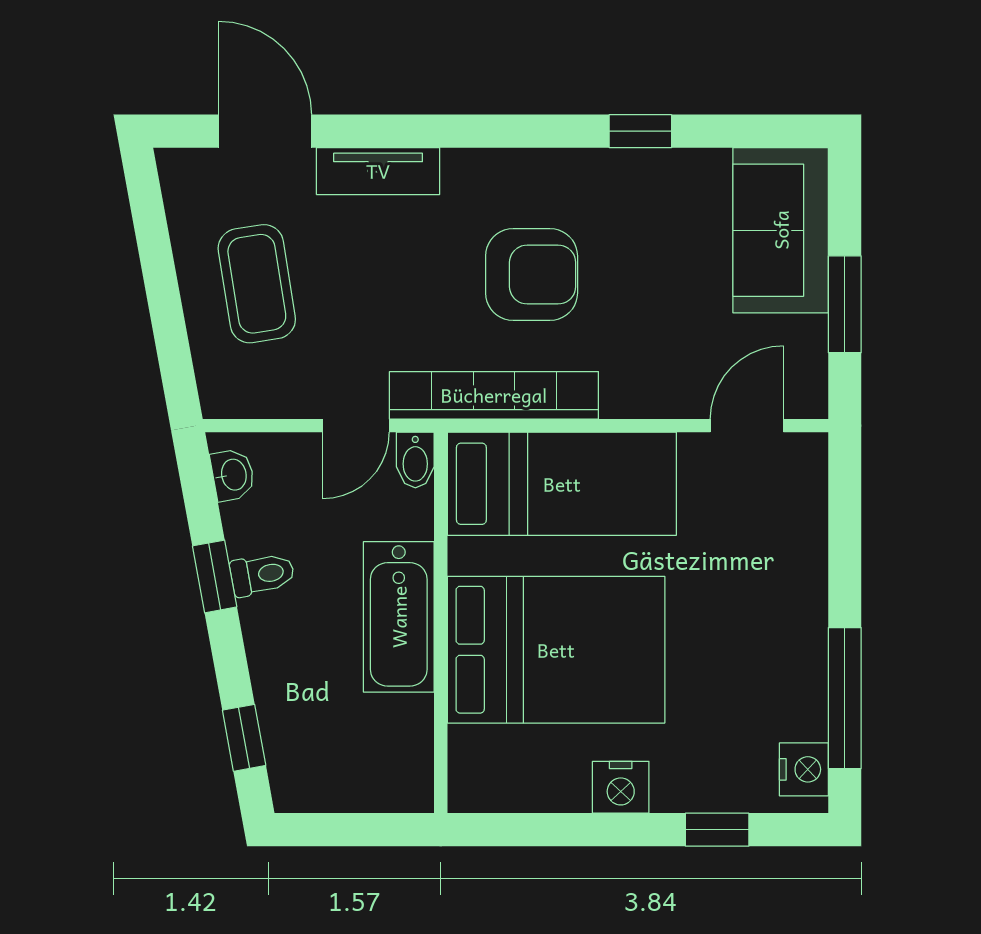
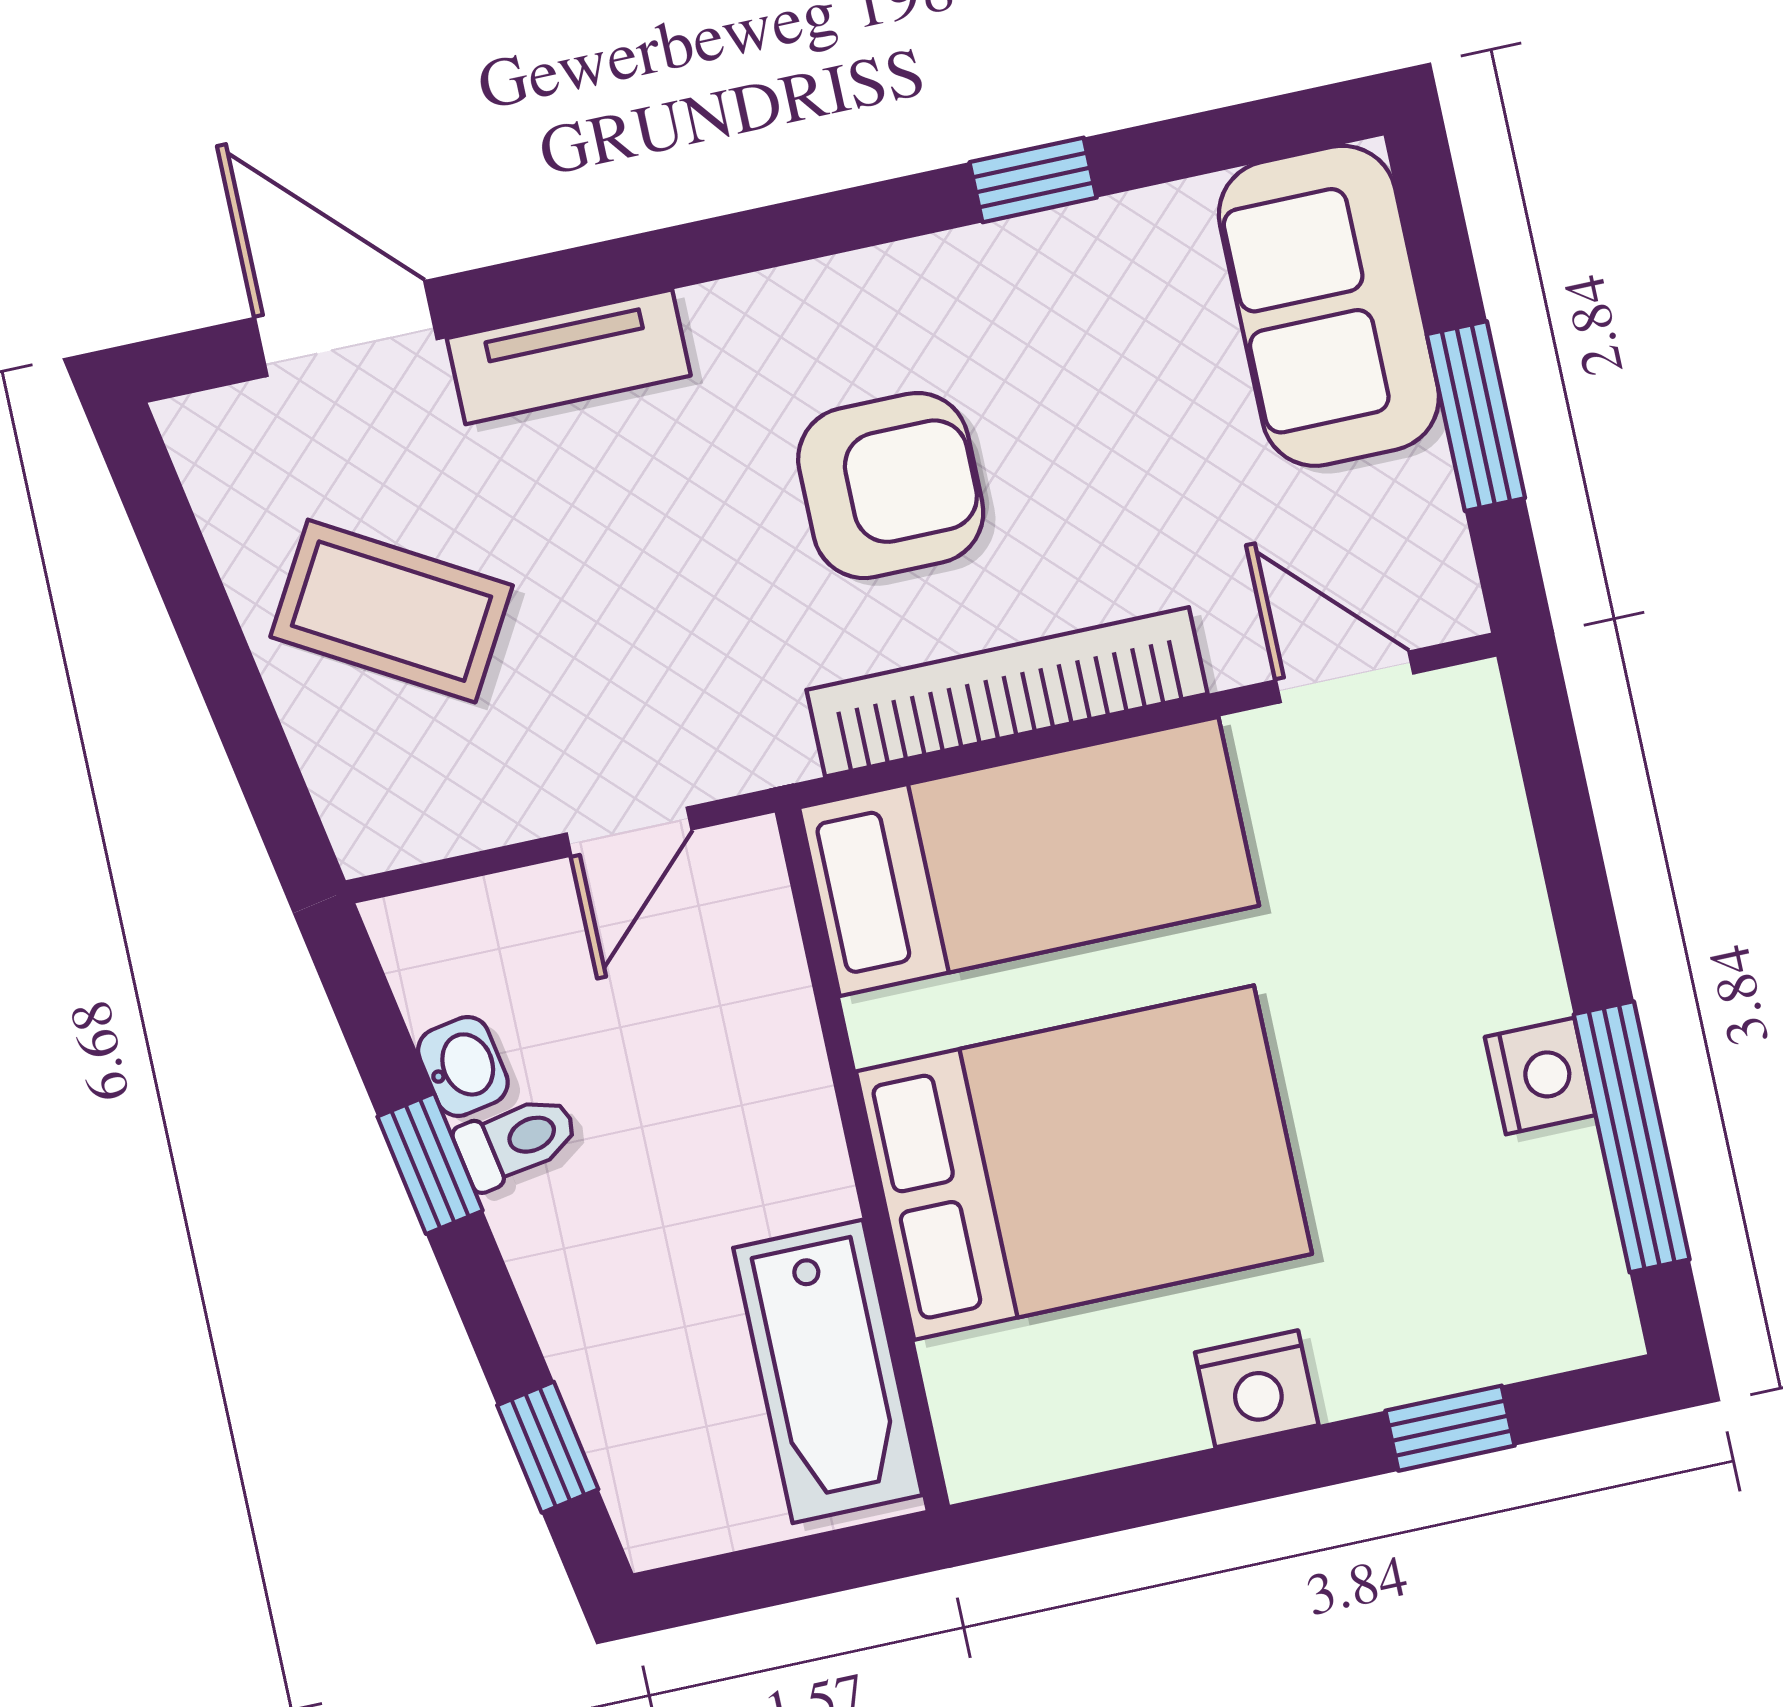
coffee table: (257, 284) -> (392, 611), turned -51
bookcase: (494, 395) -> (1007, 692), moved
door: (747, 426) -> (1345, 677), hinge flipped
bidet: (415, 460) -> (751, 871), removed
washbasin: (233, 475) -> (463, 1066), moved
bathtub: (399, 617) -> (828, 1371), moved
nightstand: (804, 769) -> (1540, 1076), moved

